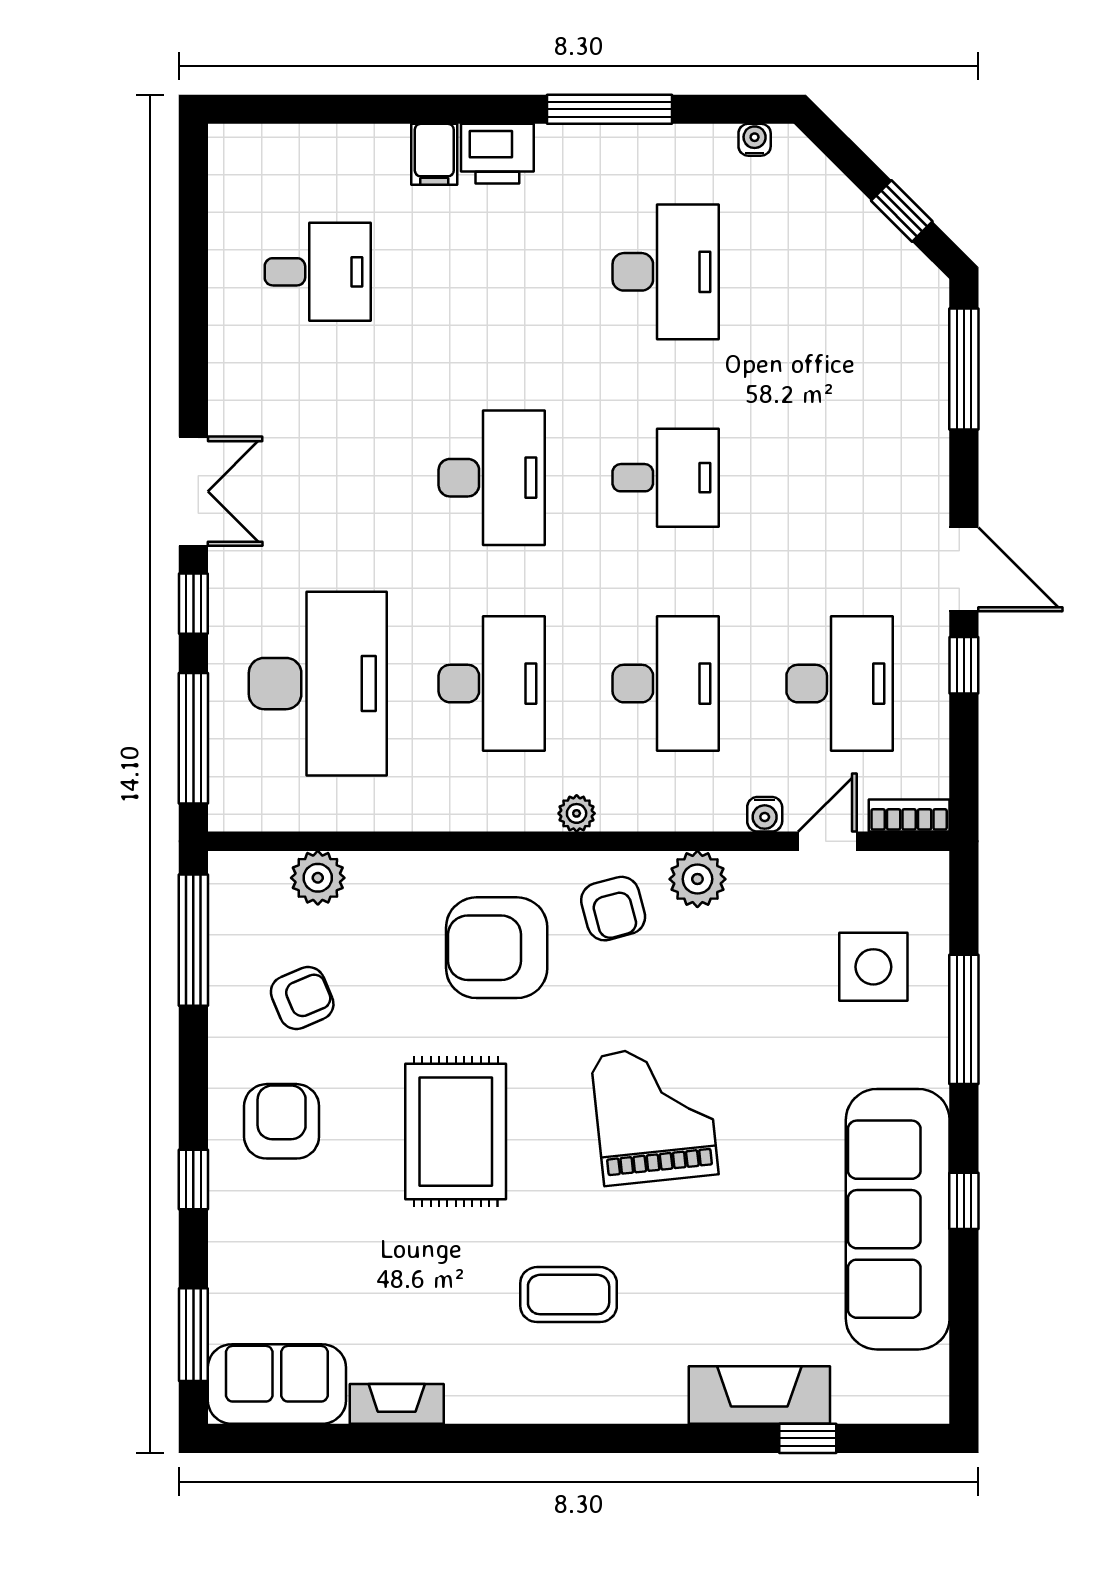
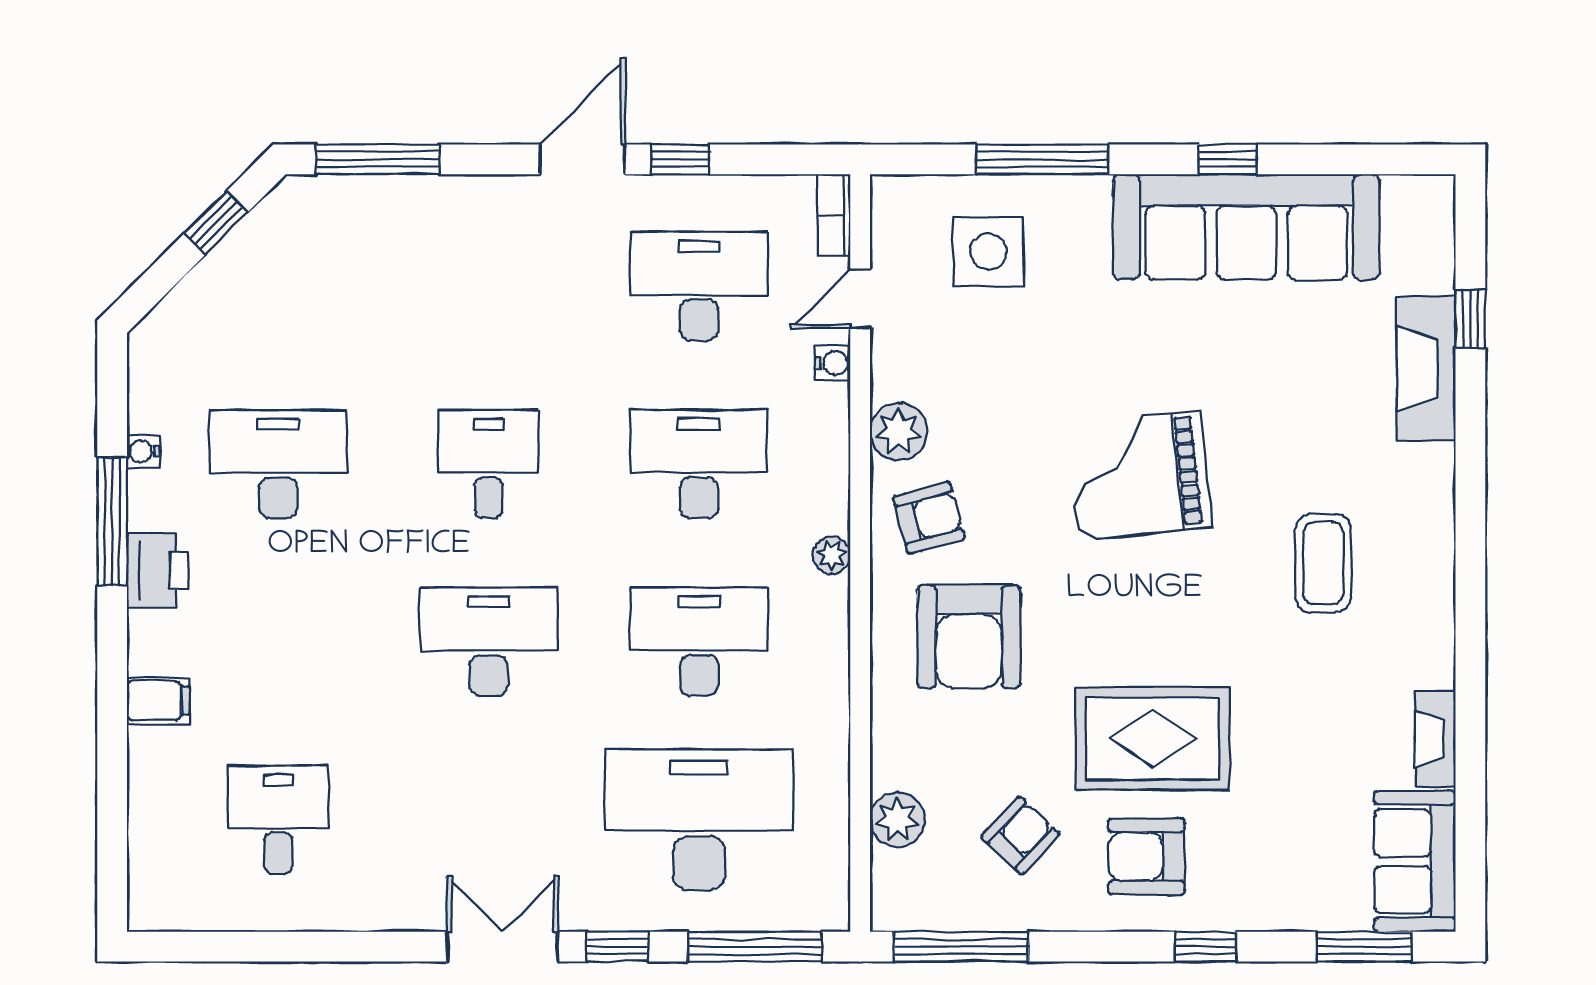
water cooler: (755, 140) -> (143, 452), moved
printer: (497, 154) -> (157, 570), moved
door: (827, 841) -> (860, 299), hinge flipped
armchair: (302, 998) -> (1020, 835), turned 66
rug: (456, 1132) -> (1153, 739), moved

